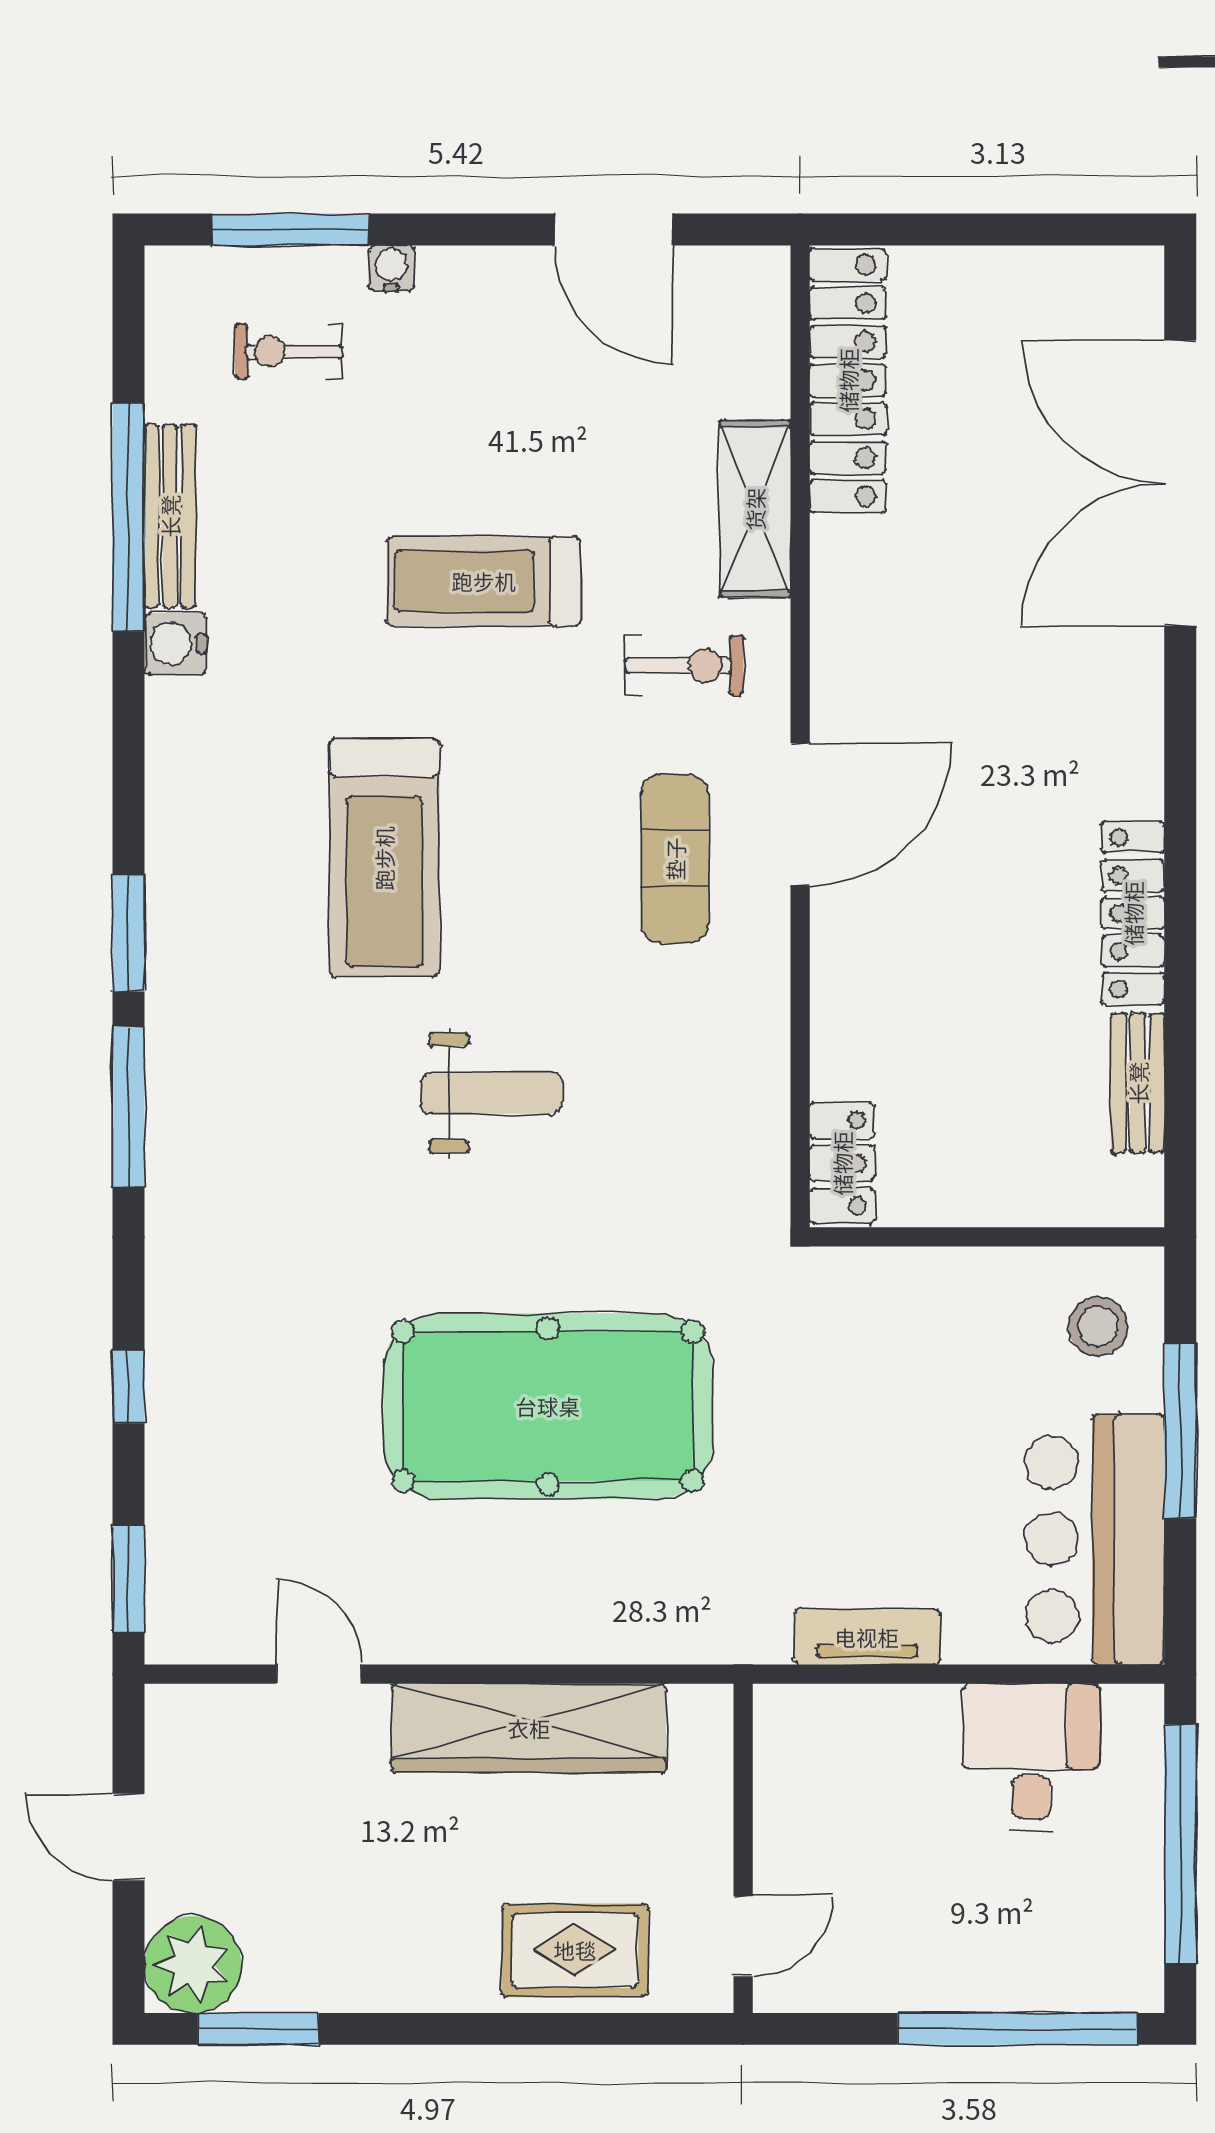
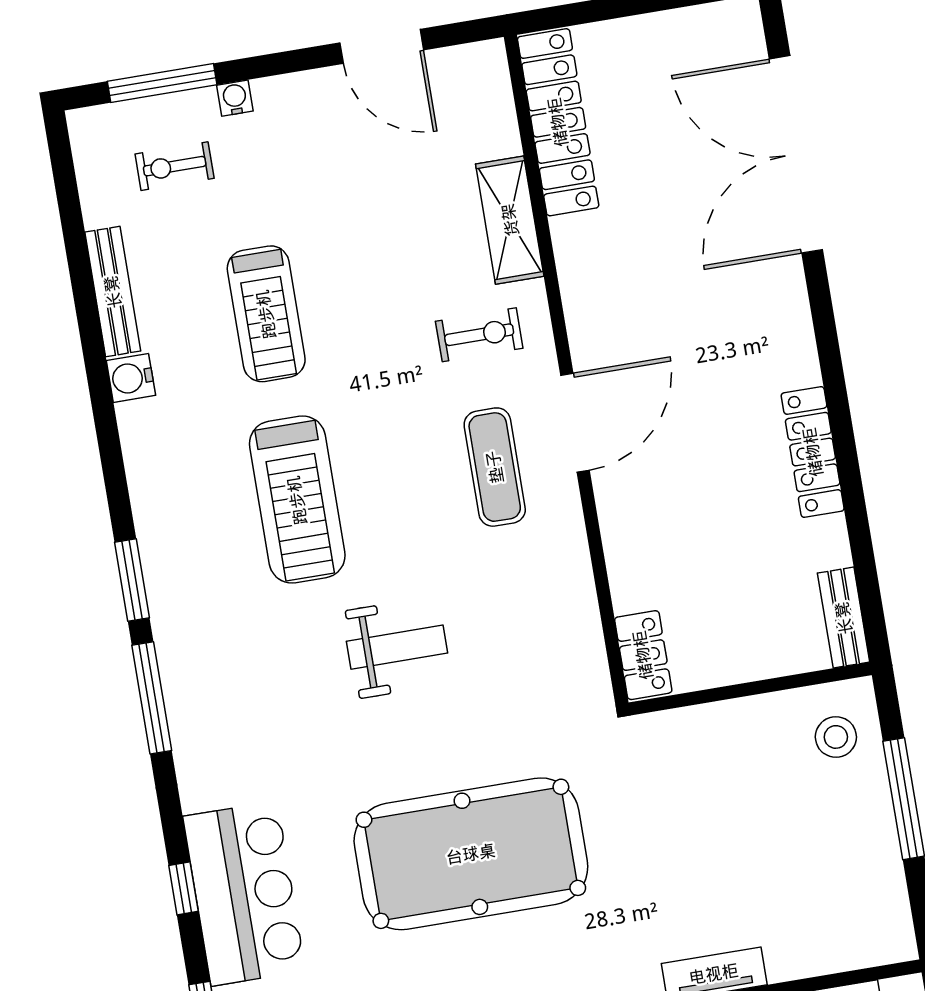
window: (129, 517) -> (85, 297), removed
treadmill: (484, 581) -> (266, 314), moved, turned -90
bench: (1138, 1083) -> (844, 618), moved
bar counter: (1095, 1539) -> (244, 894), moved, turned 180

